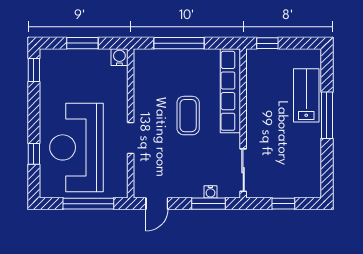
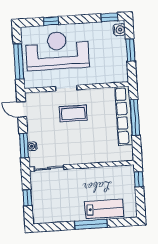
water cooler: (119, 57) -> (119, 30), moved
row of seats: (230, 91) -> (124, 116), moved, turned -90
coffee table: (188, 116) -> (73, 113), moved

